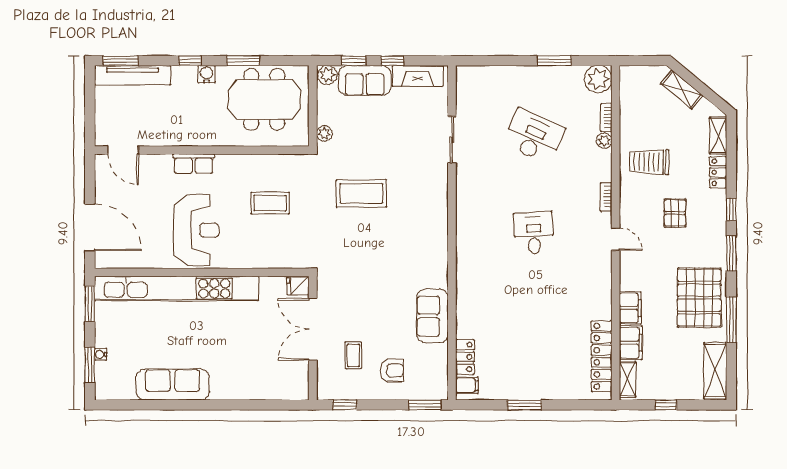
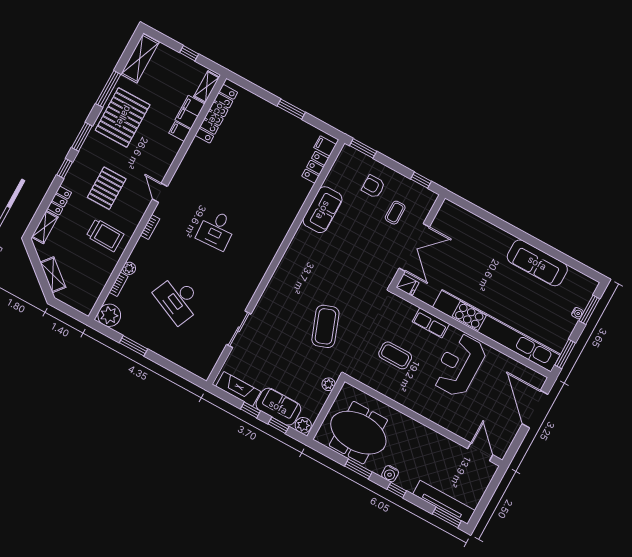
row of seats: (194, 164) -> (431, 323), moved, turned 180
coffee table: (361, 193) -> (325, 326), turned 70
pallet: (675, 213) -> (107, 188), width x1.50, depth x1.42
filing cabinet: (630, 308) -> (180, 131), width x0.50

